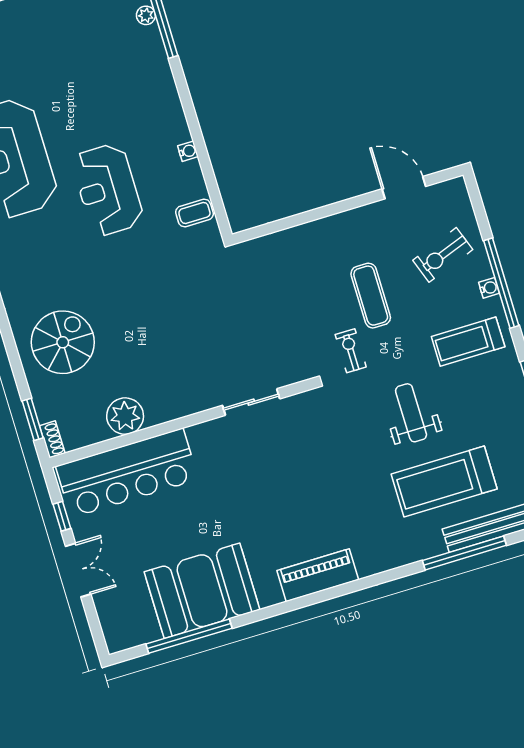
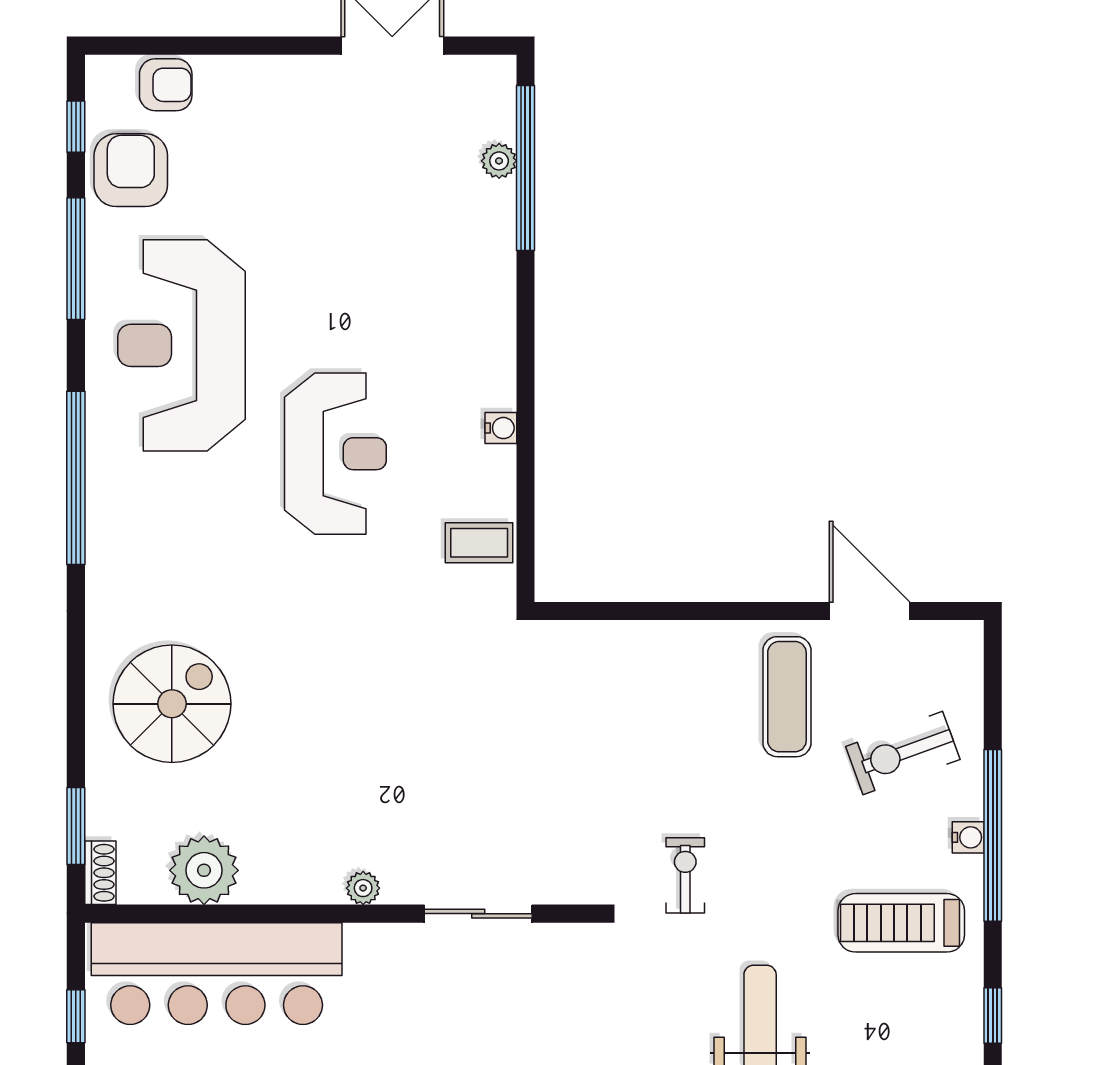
reception desk: (108, 190) -> (335, 454), turned 180
exercise mat: (371, 296) -> (787, 697), moved
plant: (188, 407) -> (363, 888), added
plant: (125, 416) -> (204, 870), moved

